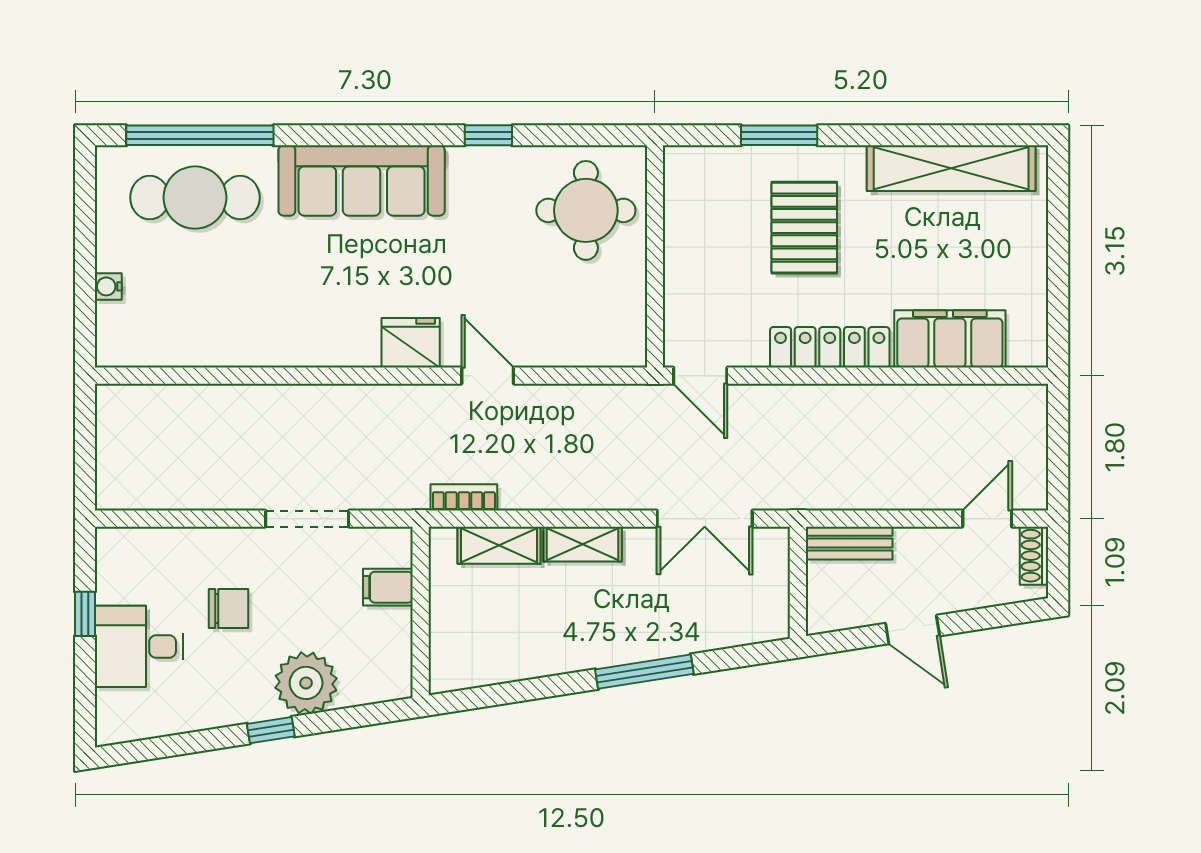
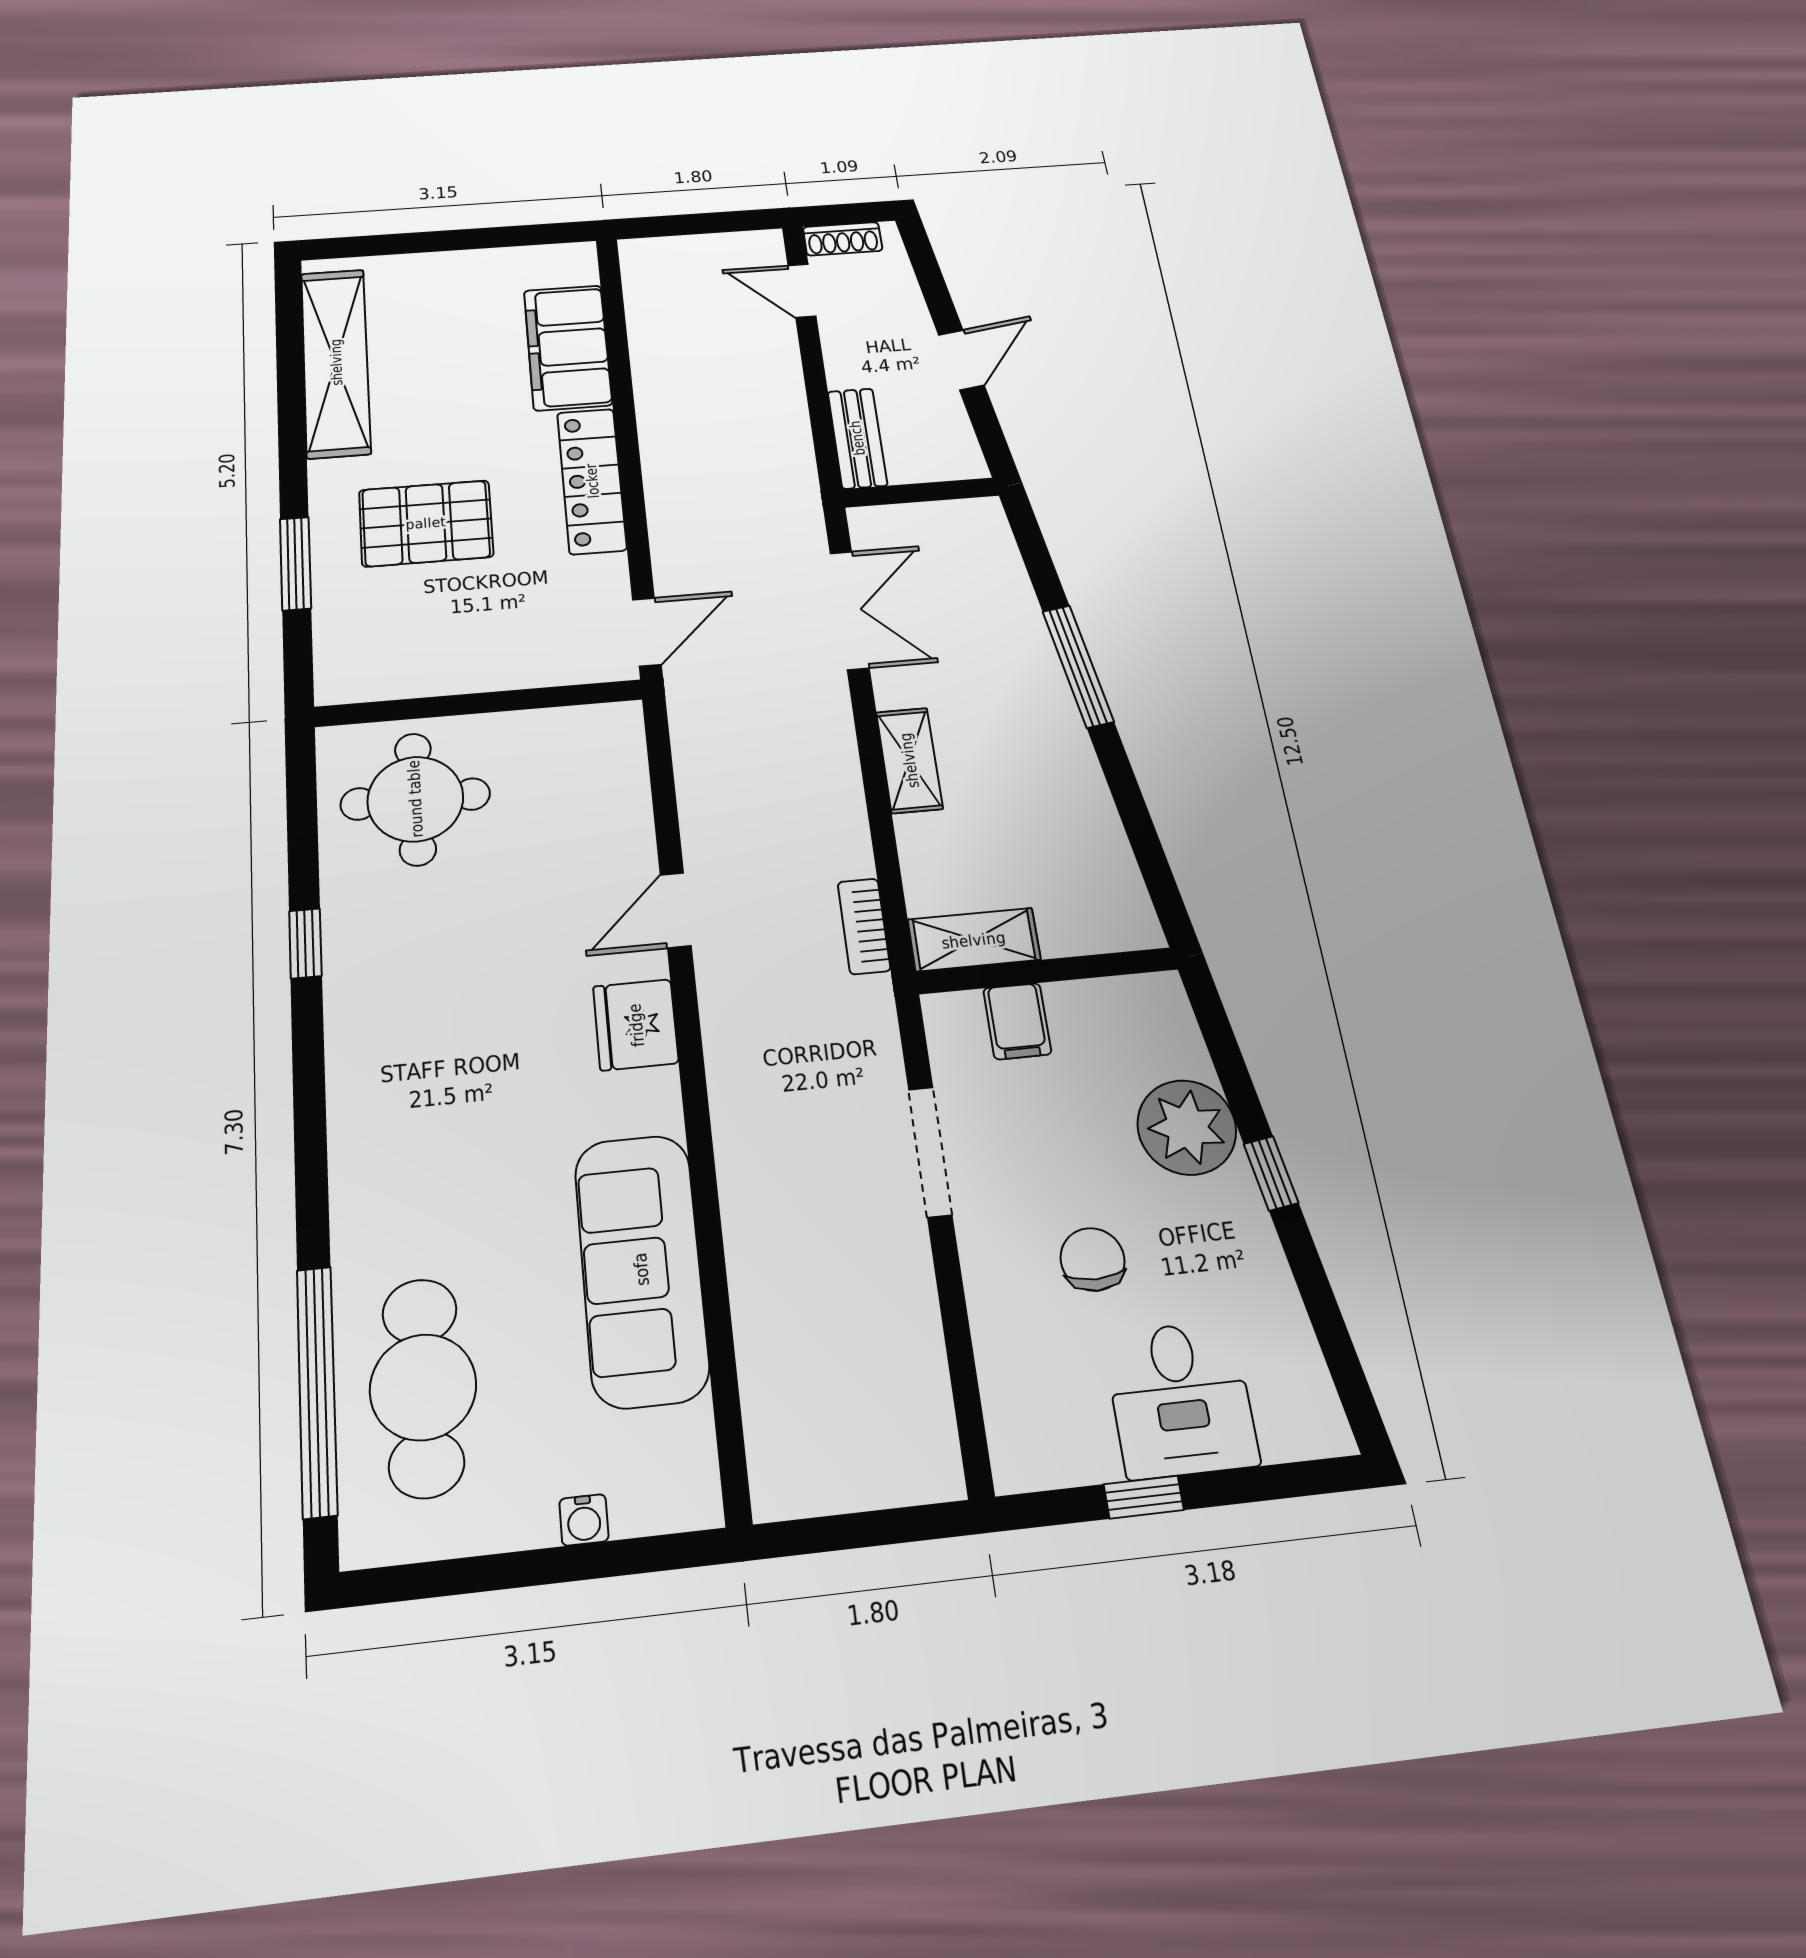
sofa: (362, 181) -> (641, 1269), moved, turned 180
shelving: (499, 545) -> (974, 940), moved, turned 90

